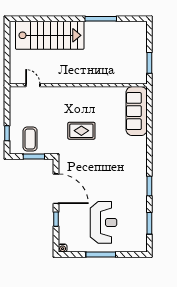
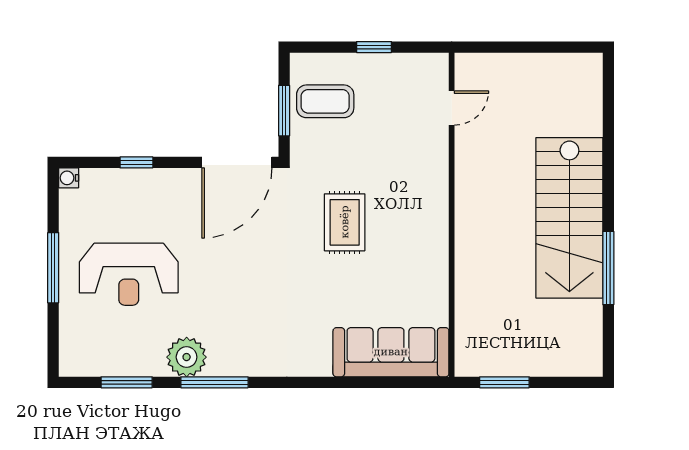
stairs: (50, 35) -> (569, 218), moved
window: (7, 133) -> (374, 47), moved
window: (149, 186) -> (214, 382), width x1.44
door: (56, 189) -> (237, 162), moved
plant: (139, 198) -> (187, 357), added

